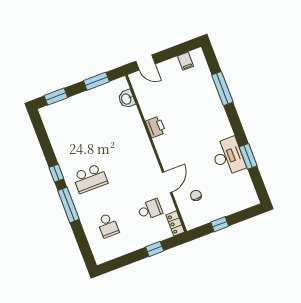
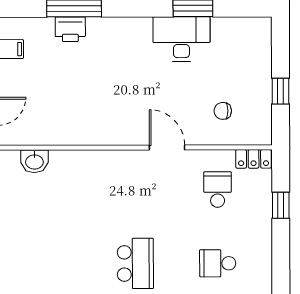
printer: (156, 127) -> (70, 29), moved, turned 180
door: (167, 182) -> (167, 147), moved
school desk: (108, 225) -> (218, 263), turned 180

